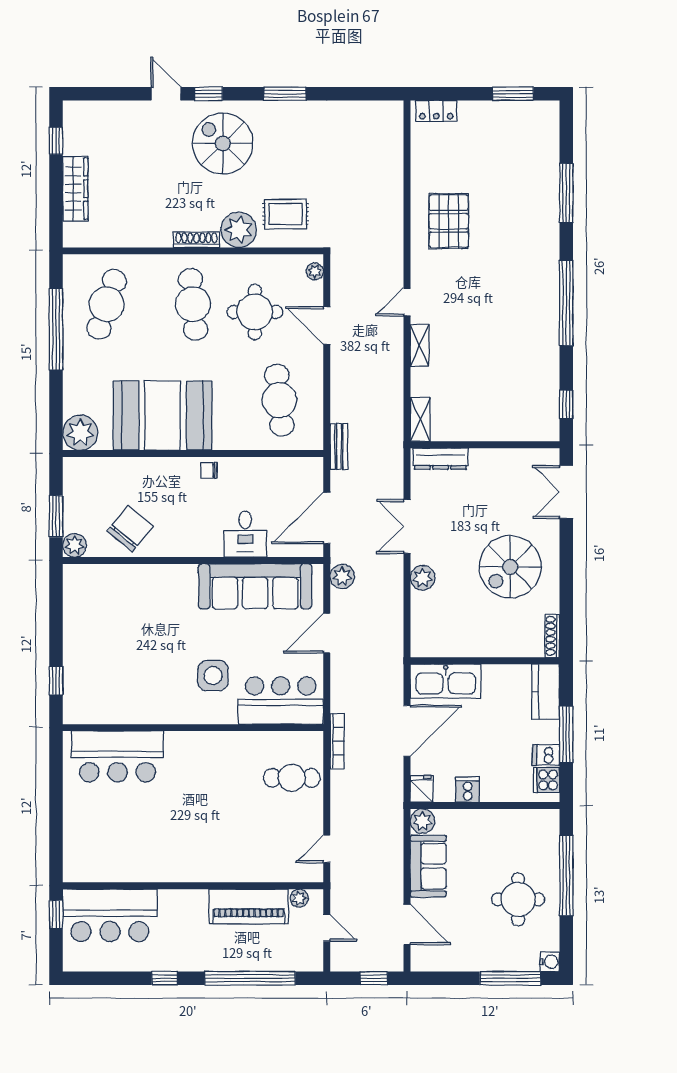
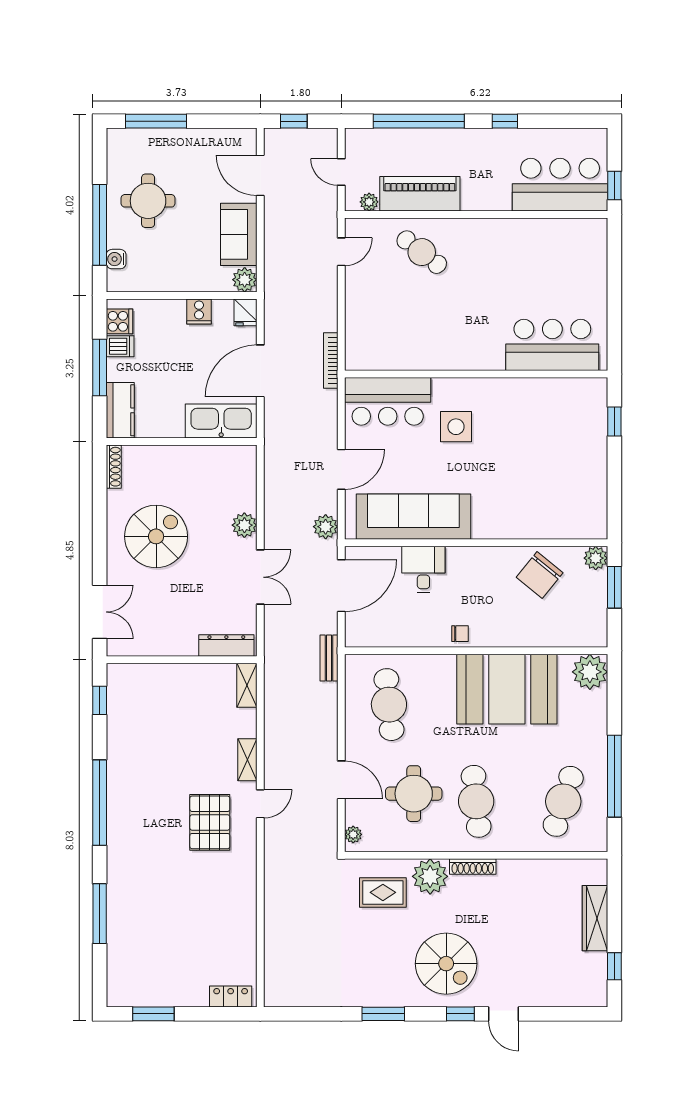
pallet: (449, 221) -> (210, 822), moved
cafe table: (292, 778) -> (422, 252), moved, turned 38
water cooler: (550, 962) -> (116, 259), moved

